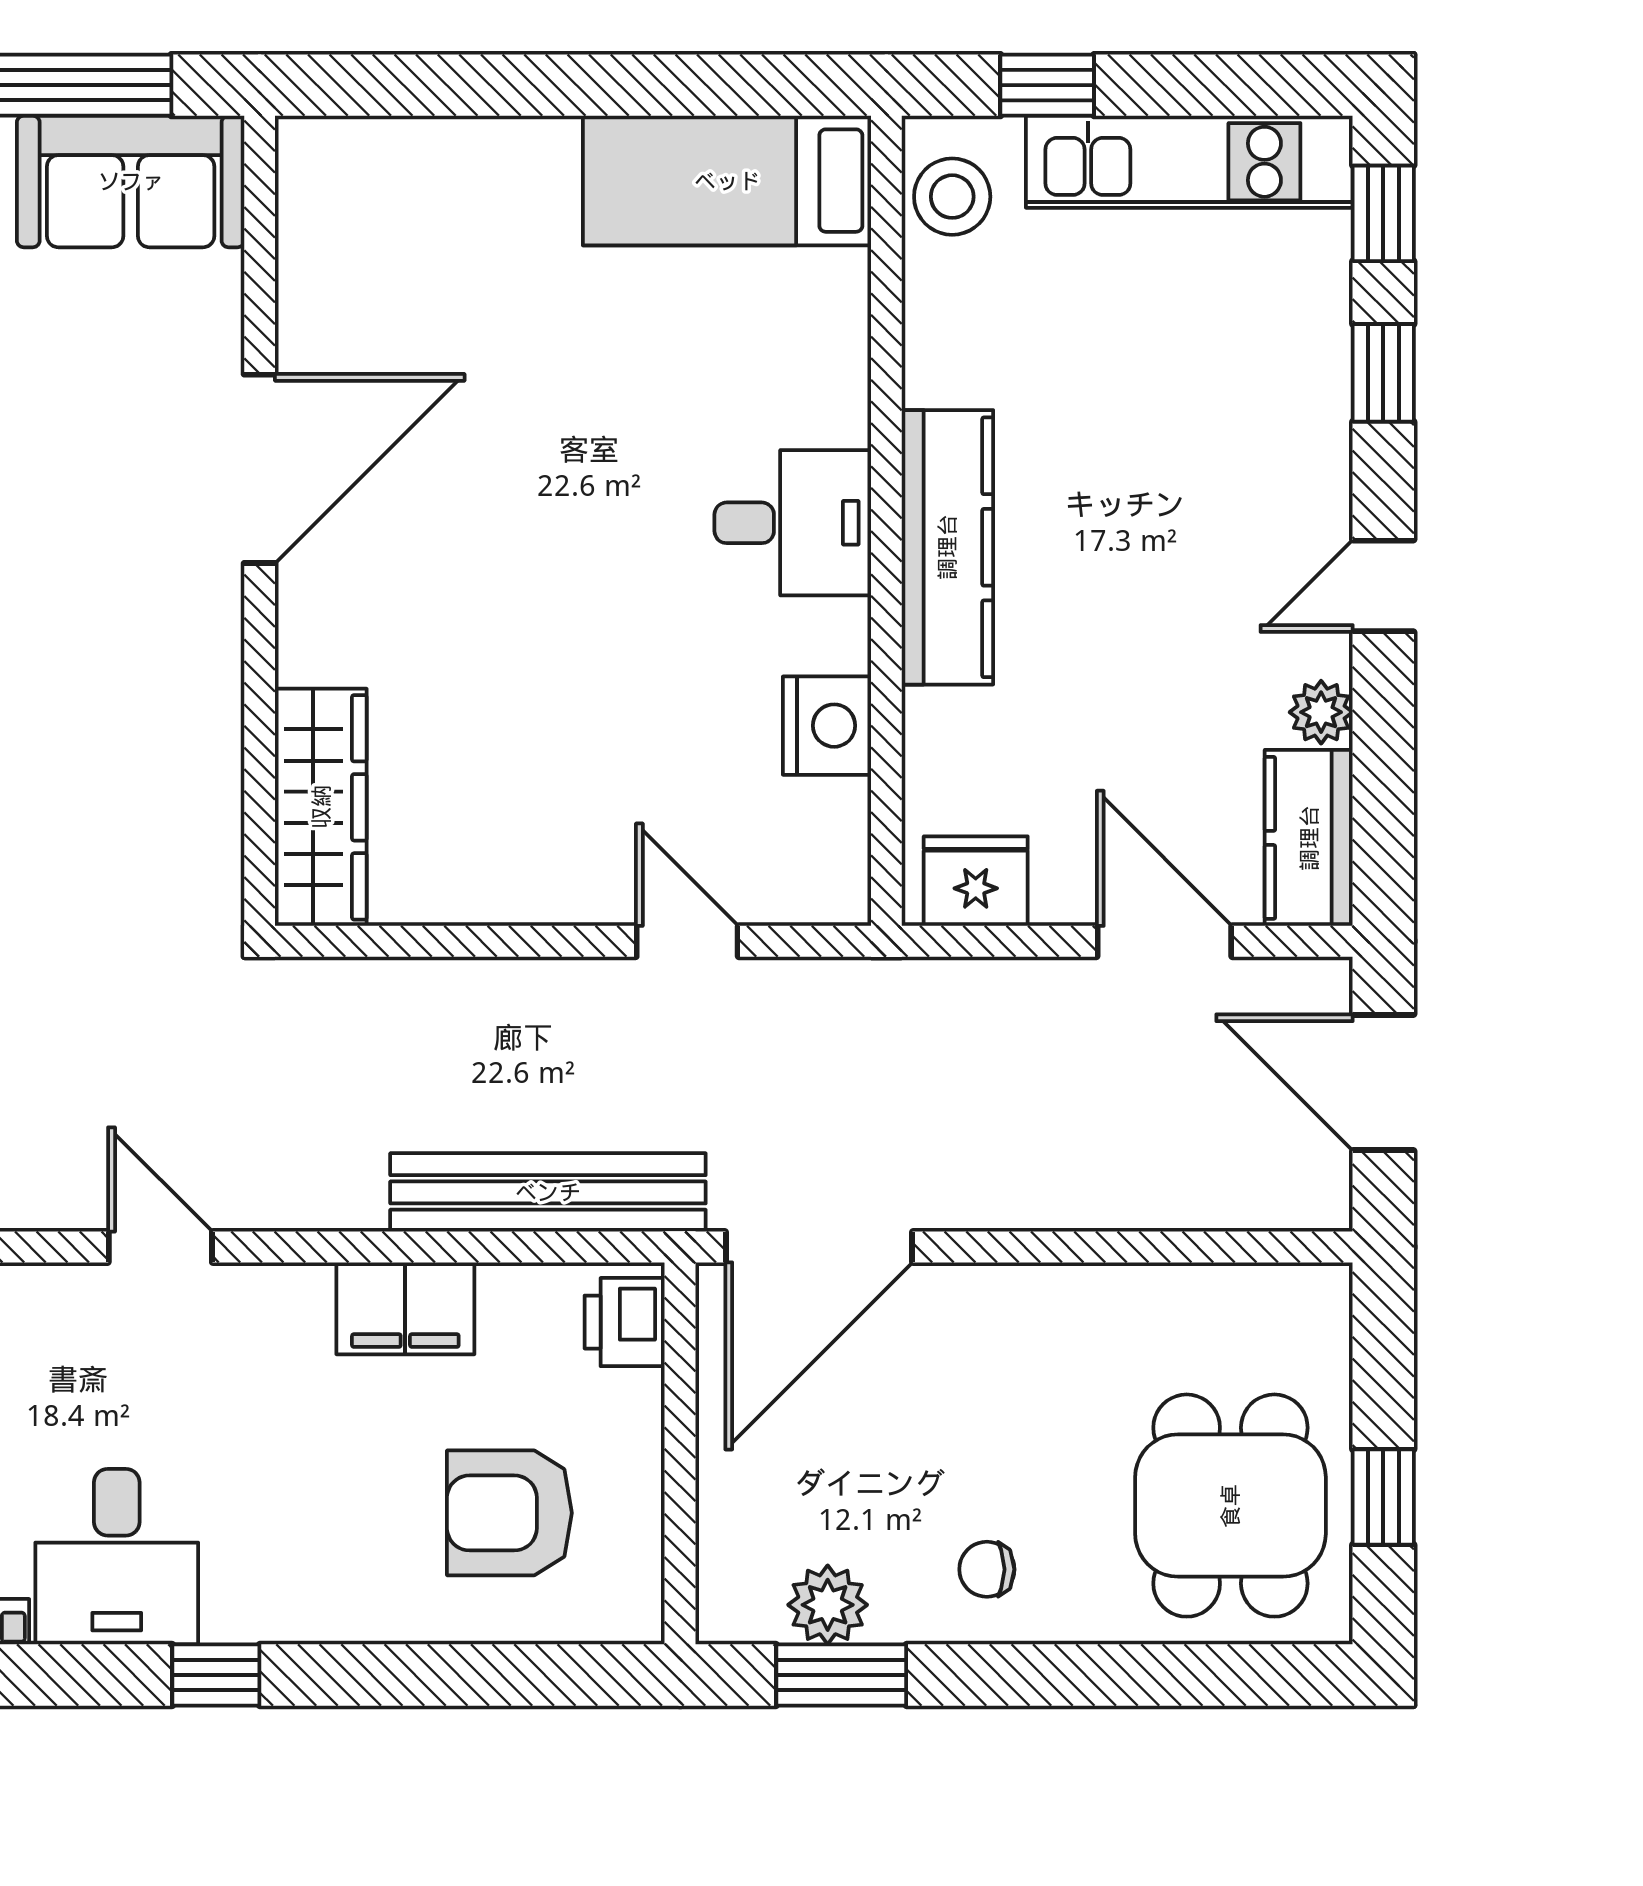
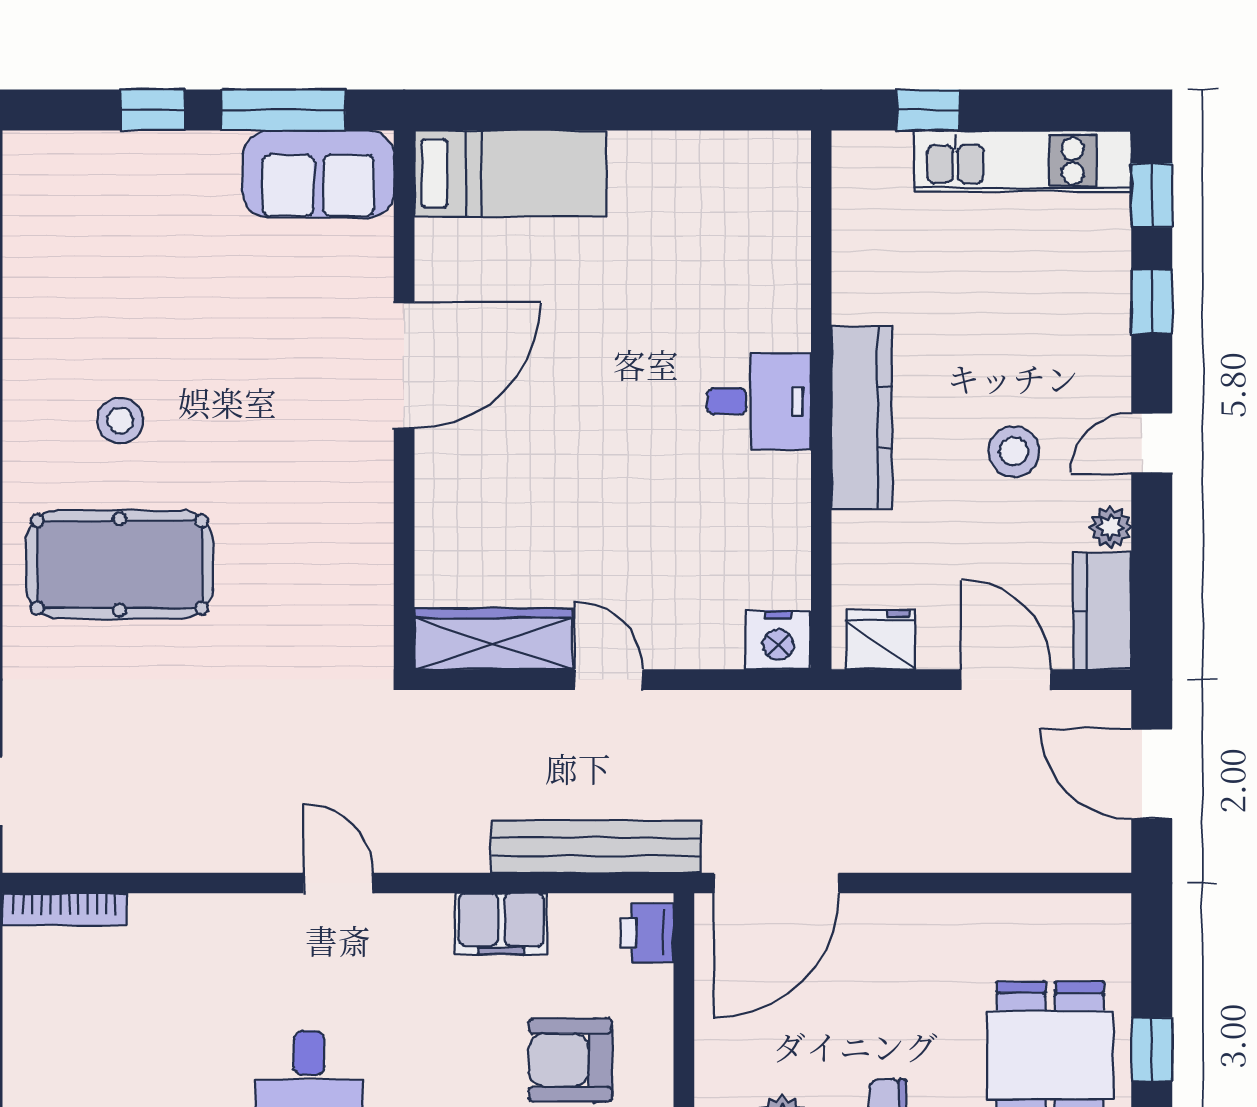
bed: (727, 181) -> (510, 173), moved, turned 180
stool: (952, 197) -> (1014, 451), moved
nightstand: (827, 726) -> (778, 640), moved, turned 90
wardrobe: (321, 807) -> (493, 639), moved, turned -90
door: (687, 941) -> (609, 680), moved

